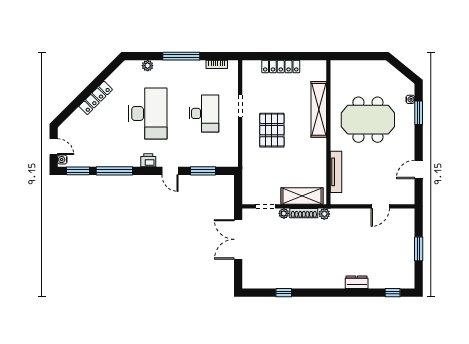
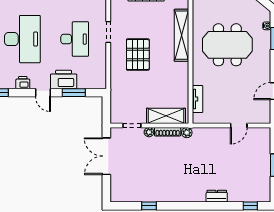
printer: (192, 157) -> (64, 79), added
tv unit: (336, 172) -> (197, 99), width x0.71

